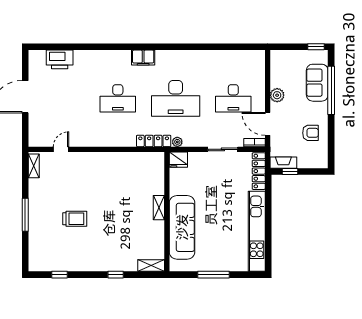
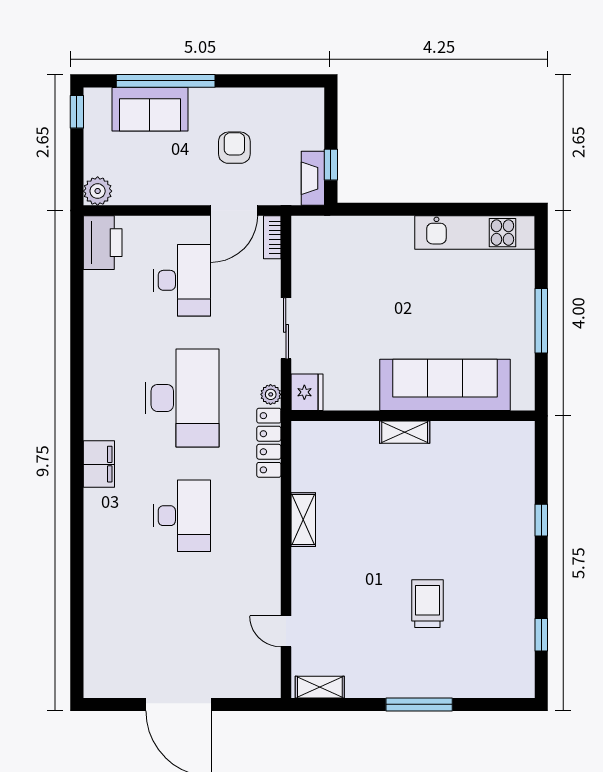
printer: (60, 59) -> (103, 243), moved
plant: (277, 95) -> (98, 191), moved
armchair: (310, 133) -> (234, 148), moved
sliding door: (223, 149) -> (286, 328), moved
locker: (259, 171) -> (330, 229), removed
kitchen unit: (257, 231) -> (475, 233), width x0.73
shelving: (151, 266) -> (303, 520), moved

